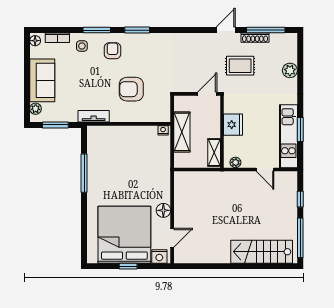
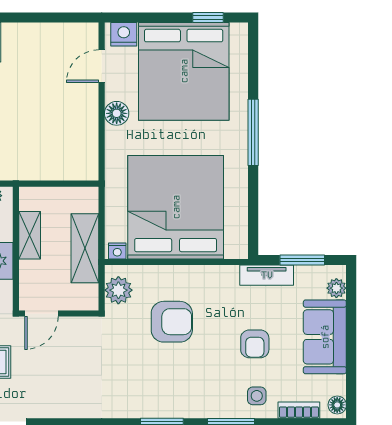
armchair: (113, 51) -> (255, 344), moved
plant: (162, 107) -> (118, 290), added
tv unit: (94, 116) -> (267, 275), moved
shelving: (214, 153) -> (30, 235), moved
bed: (129, 156) -> (176, 207), added
window: (84, 173) -> (253, 132), moved
window: (128, 266) -> (208, 17), moved

